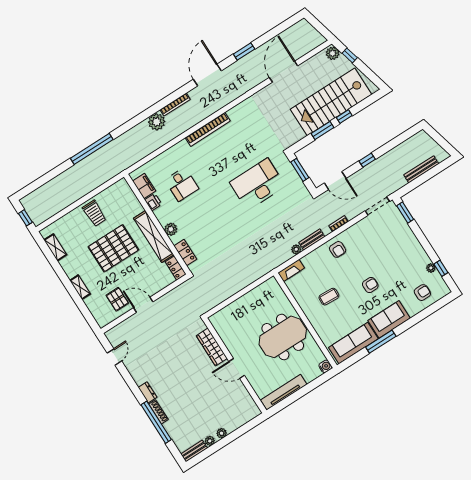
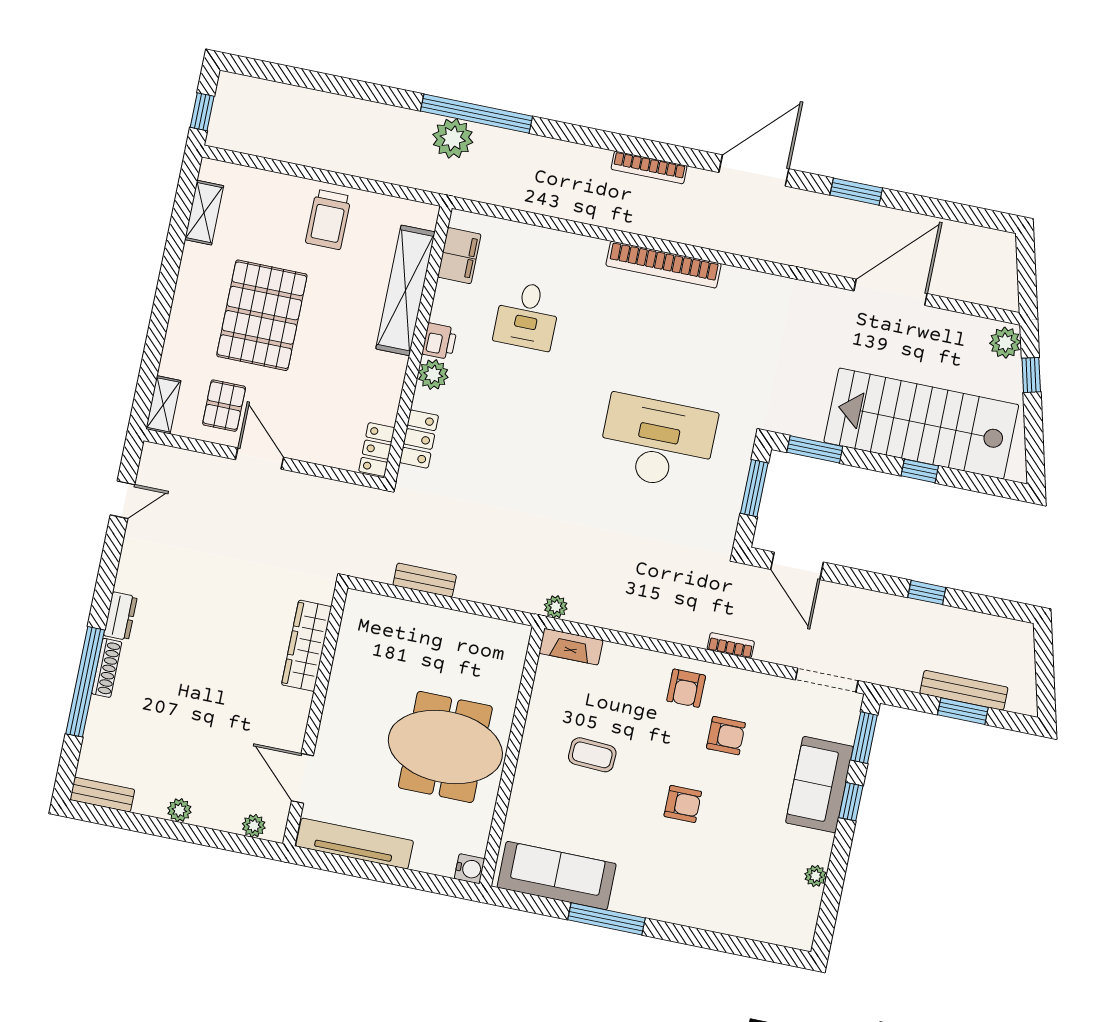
plant: (157, 122) -> (453, 138), moved
window: (322, 131) -> (815, 449), moved
window: (92, 149) -> (477, 114), moved
window: (367, 160) -> (927, 592), moved
window: (427, 176) -> (963, 711), added
printer: (153, 202) -> (439, 341), moved
shelving: (154, 237) -> (405, 290), moved
bench: (312, 240) -> (425, 580), moved
pallet: (113, 248) -> (262, 315), moved, turned 90
plant: (296, 249) -> (556, 607), moved
window: (441, 268) -> (851, 802), moved
shelving: (80, 287) -> (163, 405), moved
armchair: (422, 293) -> (726, 736), moved
sofa: (389, 319) -> (819, 785), moved, turned -90
door: (237, 368) -> (302, 778), moved
plant: (210, 441) -> (254, 826), moved

